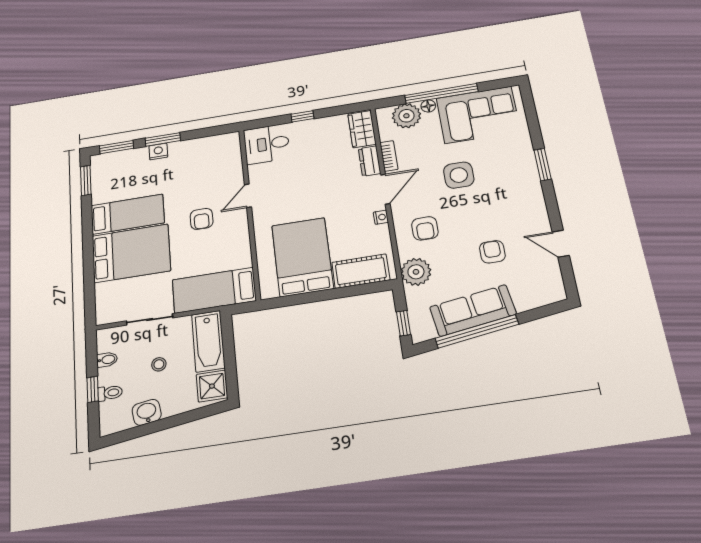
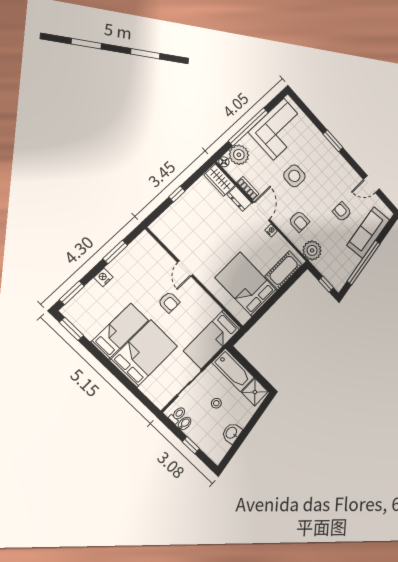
floor lamp: (428, 106) -> (224, 162), moved
window: (163, 139) -> (115, 252), moved
desk: (267, 144) -> (169, 227), removed
sofa: (473, 310) -> (368, 232), moved
toilet: (110, 393) -> (178, 415), moved

